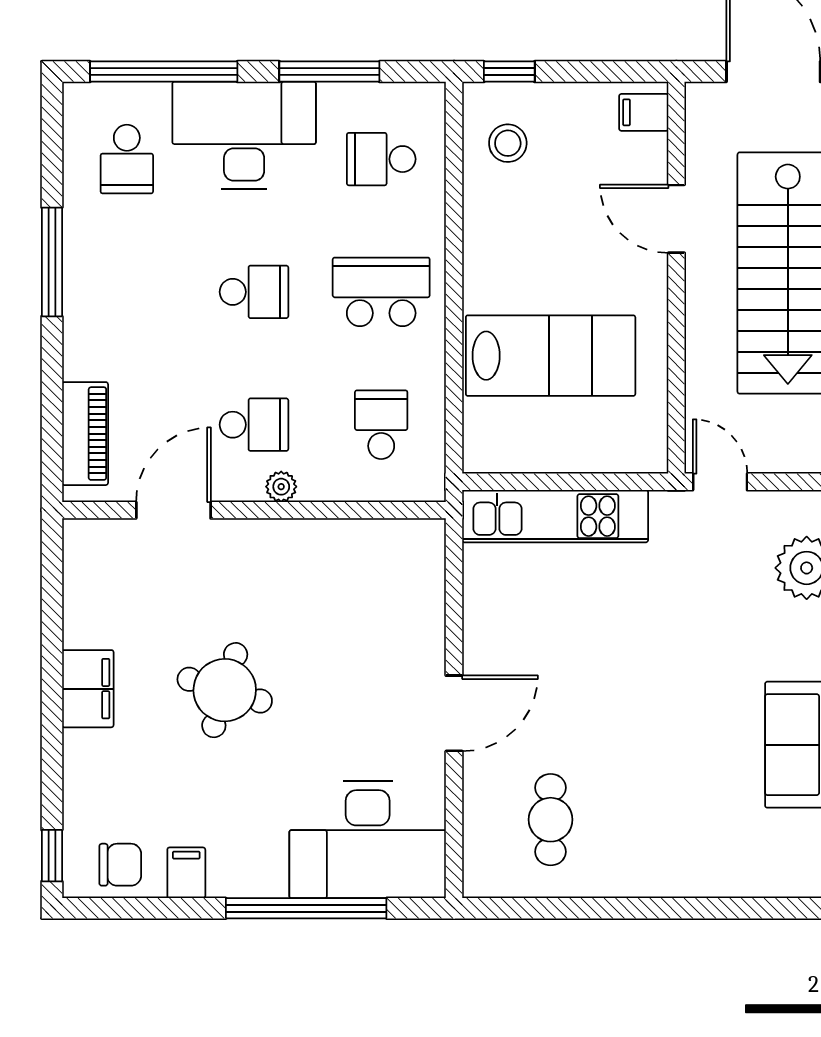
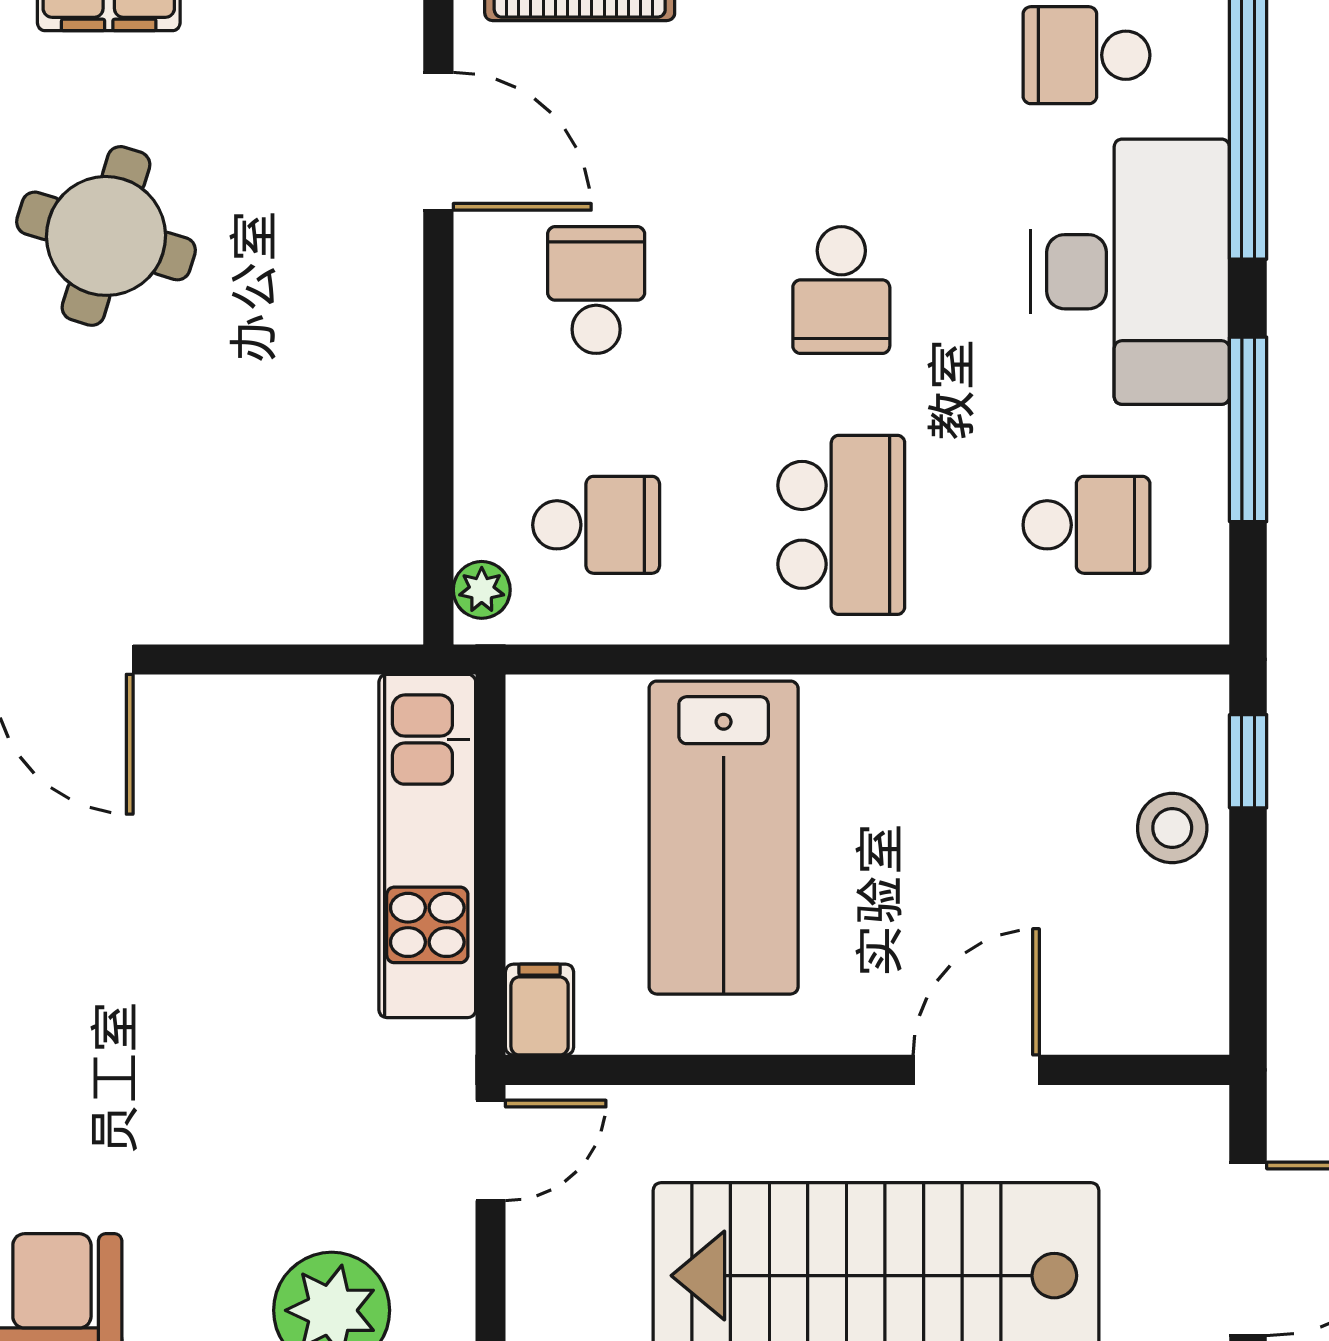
filing cabinet: (644, 112) -> (540, 1010), moved
stool: (508, 143) -> (1172, 828), moved
school desk: (381, 159) -> (1086, 525), turned 90
school desk: (254, 425) -> (596, 290), turned 180
plant: (281, 487) -> (482, 590), moved

